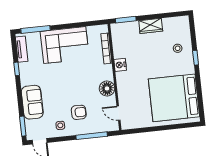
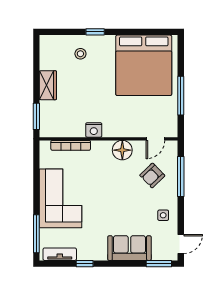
armchair: (79, 112) -> (152, 175), moved, turned -134
window: (154, 129) -> (181, 96), added

